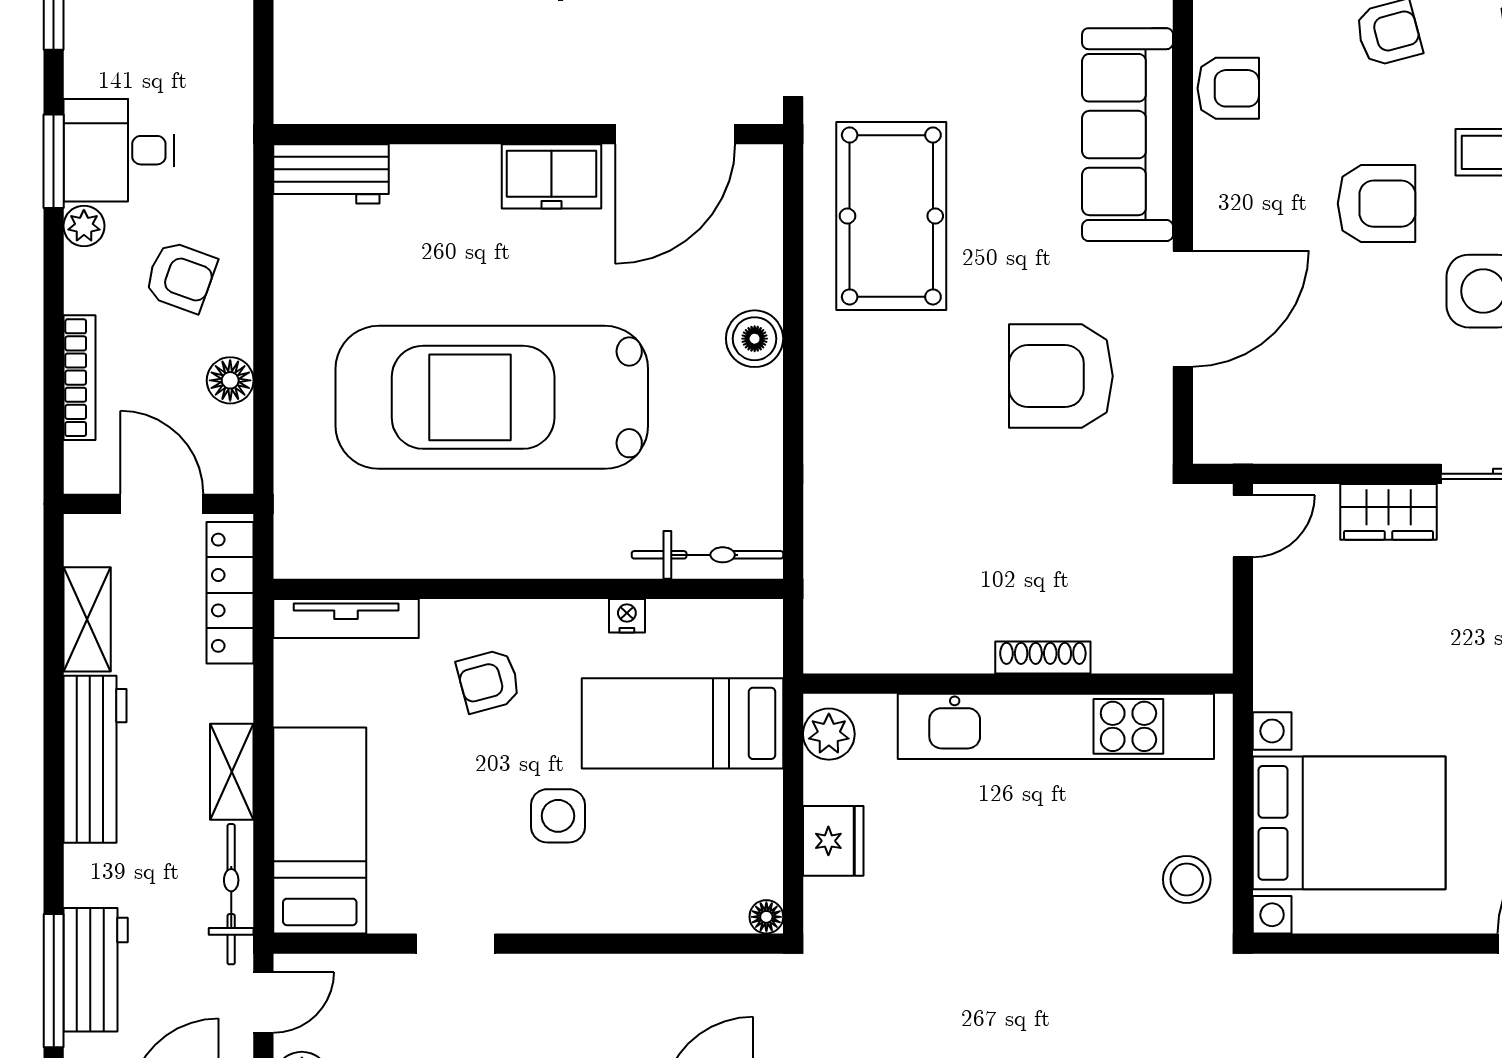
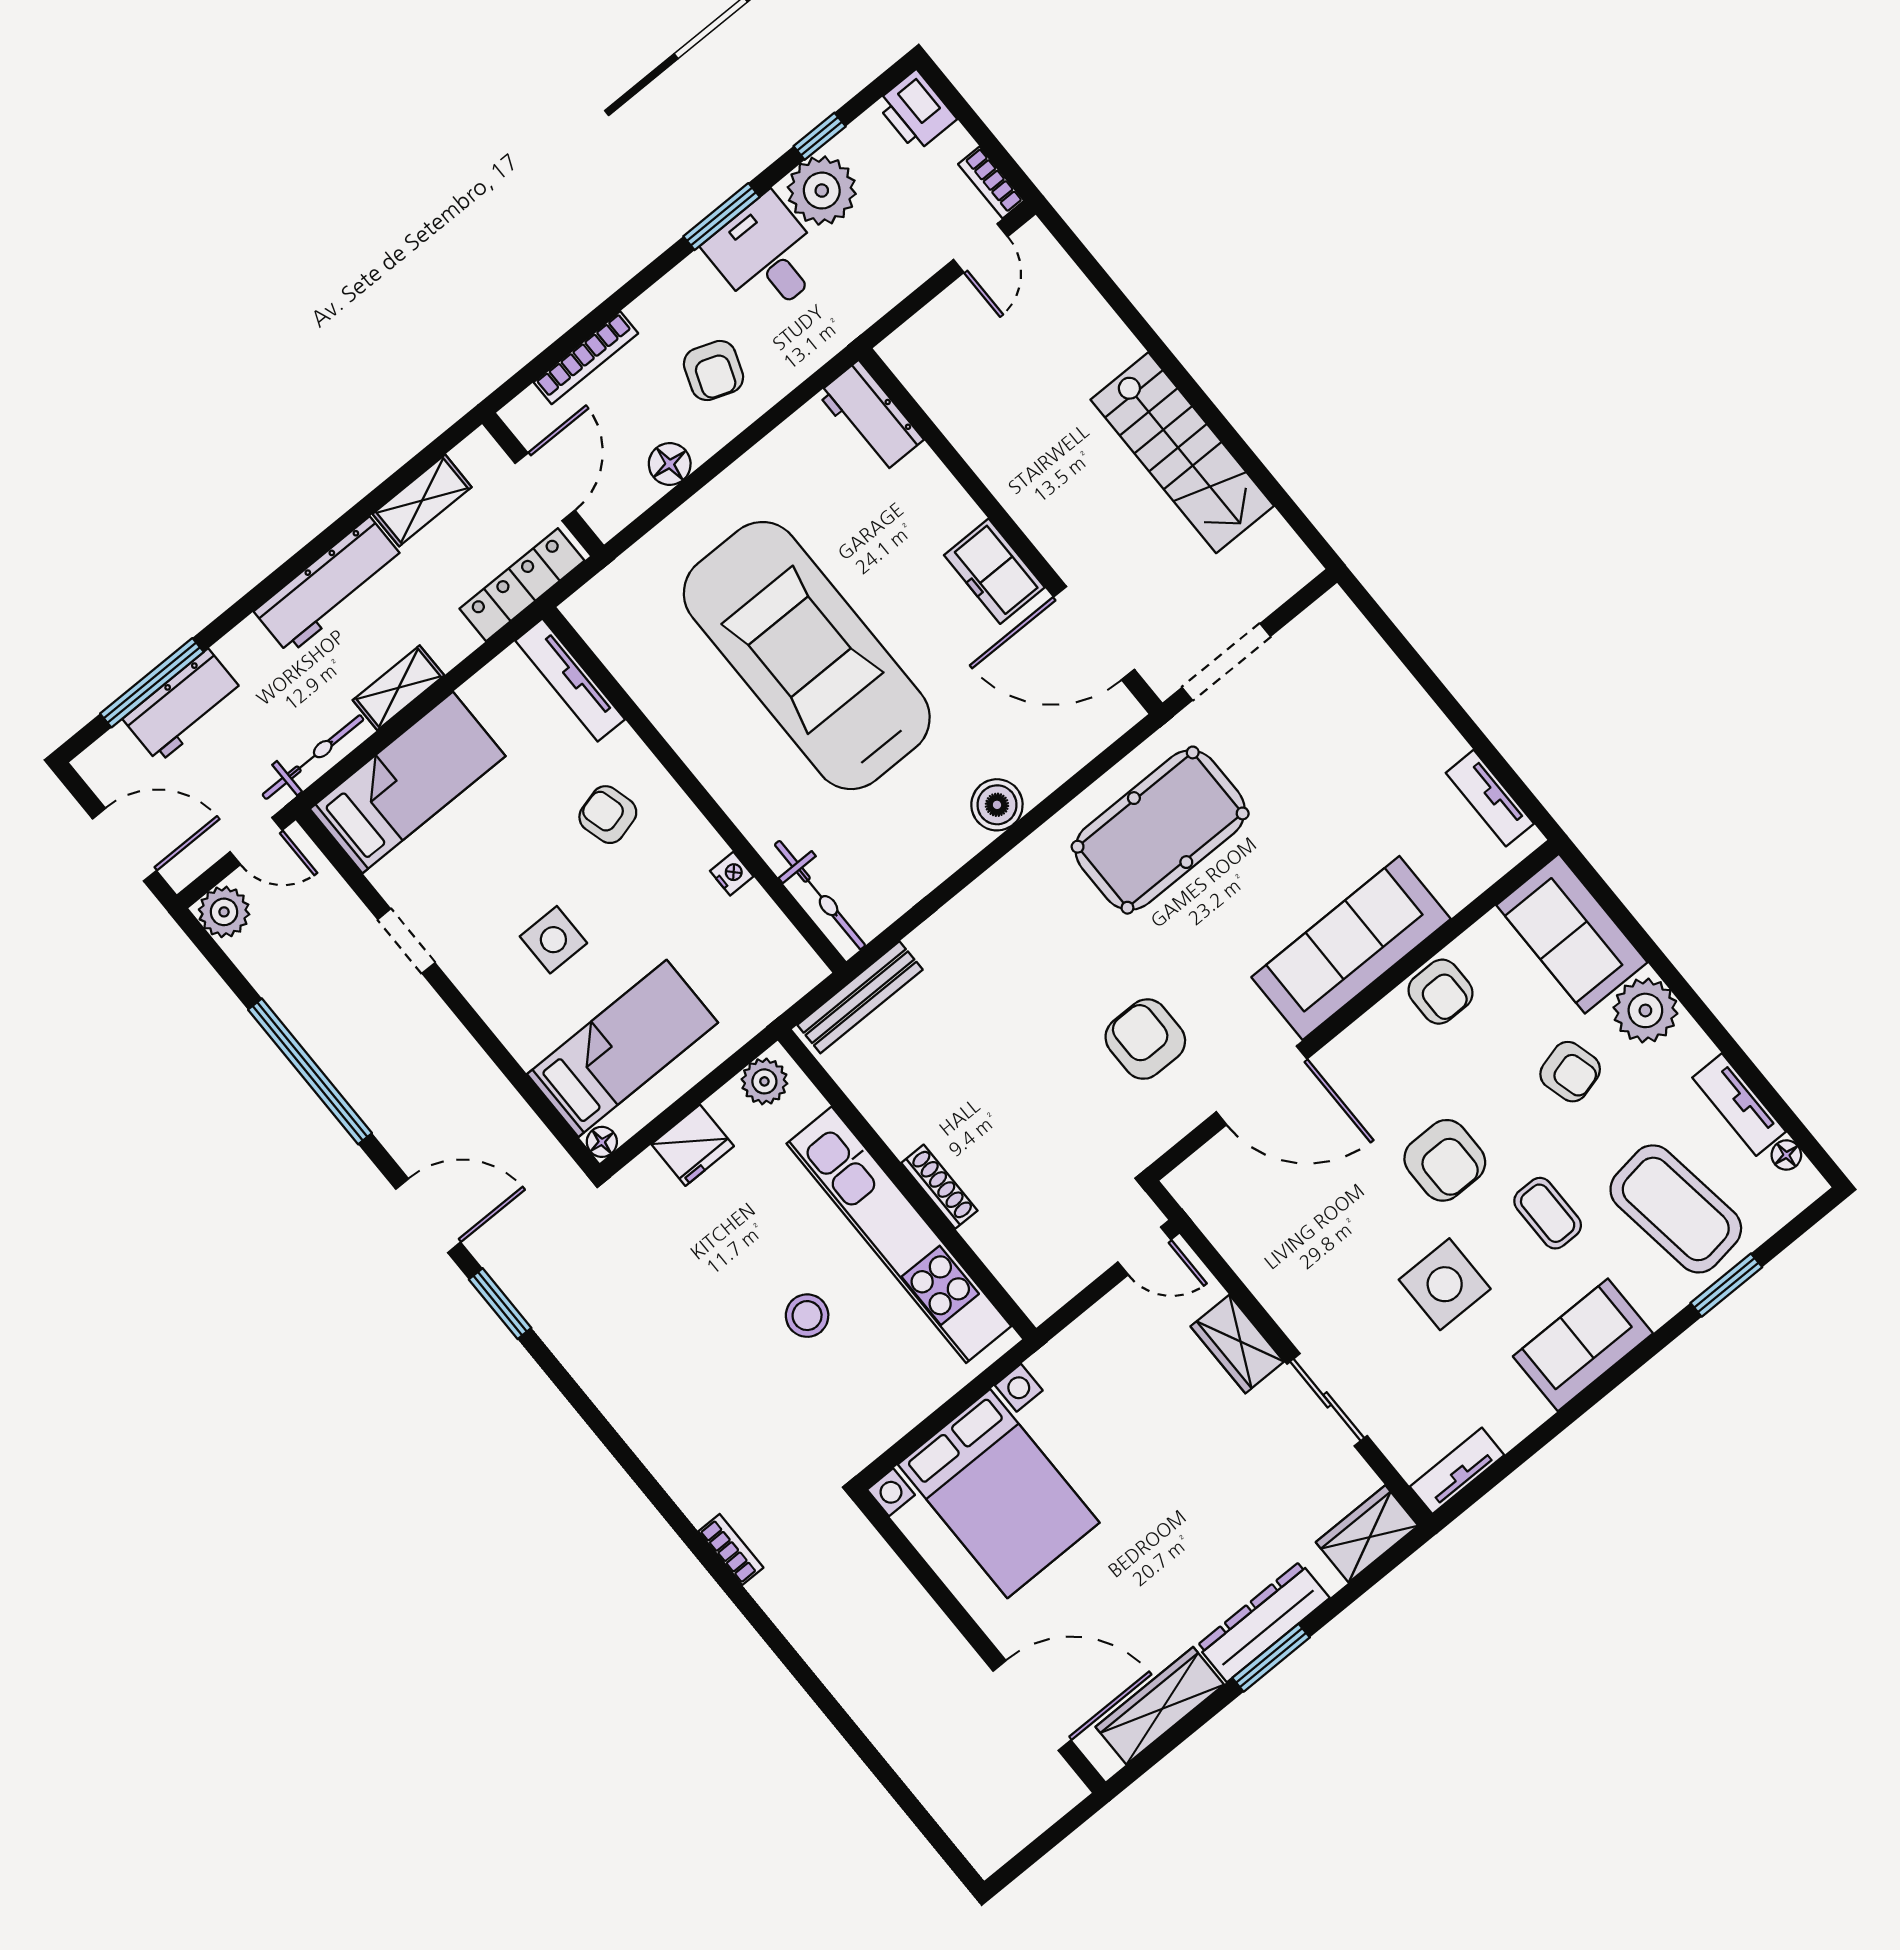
plant: (84, 226) -> (822, 191), moved, width x1.87, depth x1.87
armchair: (1061, 376) -> (1145, 1039), width x0.73, depth x0.73
bench: (824, 592) -> (860, 997), added
bed: (683, 723) -> (623, 1048), moved, turned 90
stool: (1187, 879) -> (807, 1316), moved

